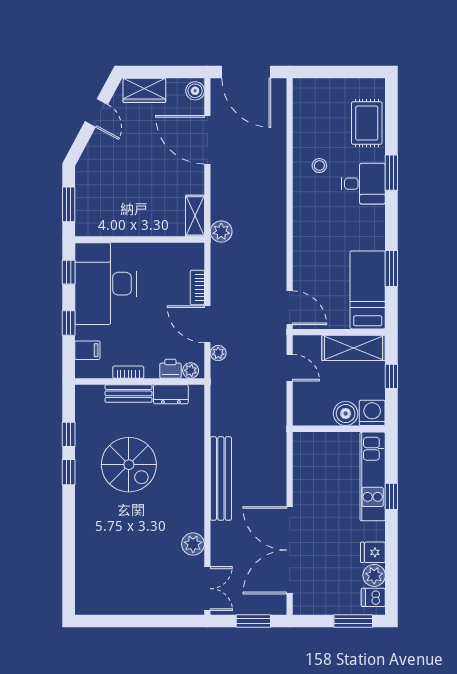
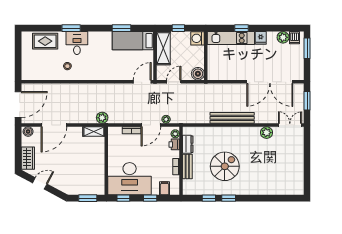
boiler: (346, 414) -> (198, 74), moved
fridge: (373, 552) -> (261, 38), moved

